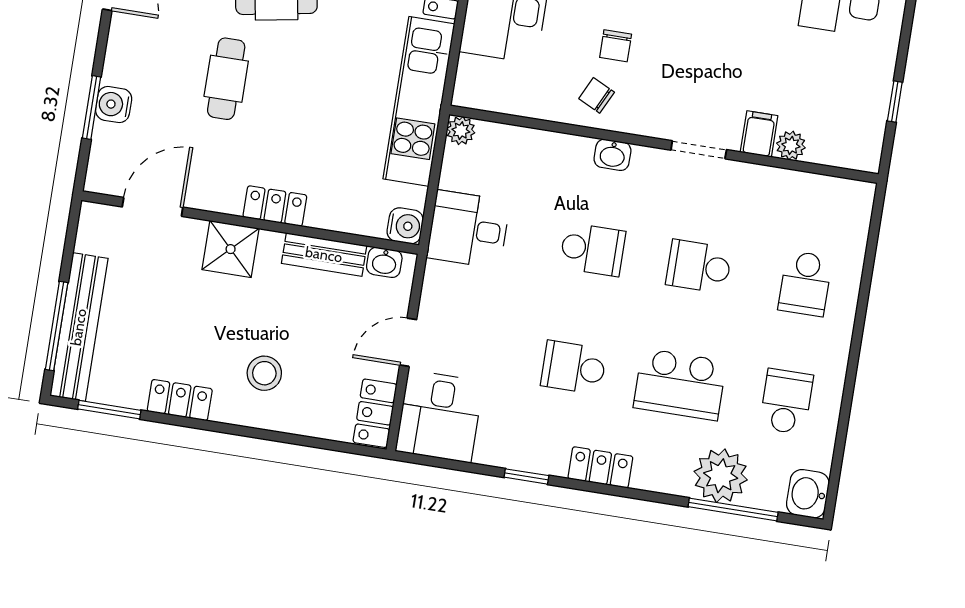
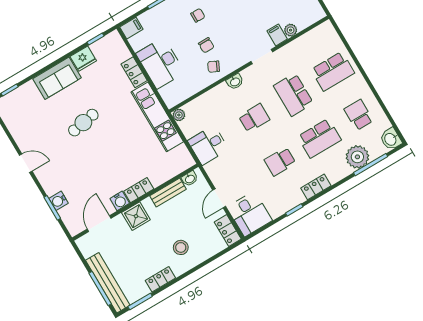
cafe table: (226, 79) -> (88, 162), removed
water cooler: (405, 226) -> (120, 201), moved, turned 90
school desk: (699, 266) -> (293, 95), width x1.85
school desk: (805, 283) -> (333, 71), width x1.85

